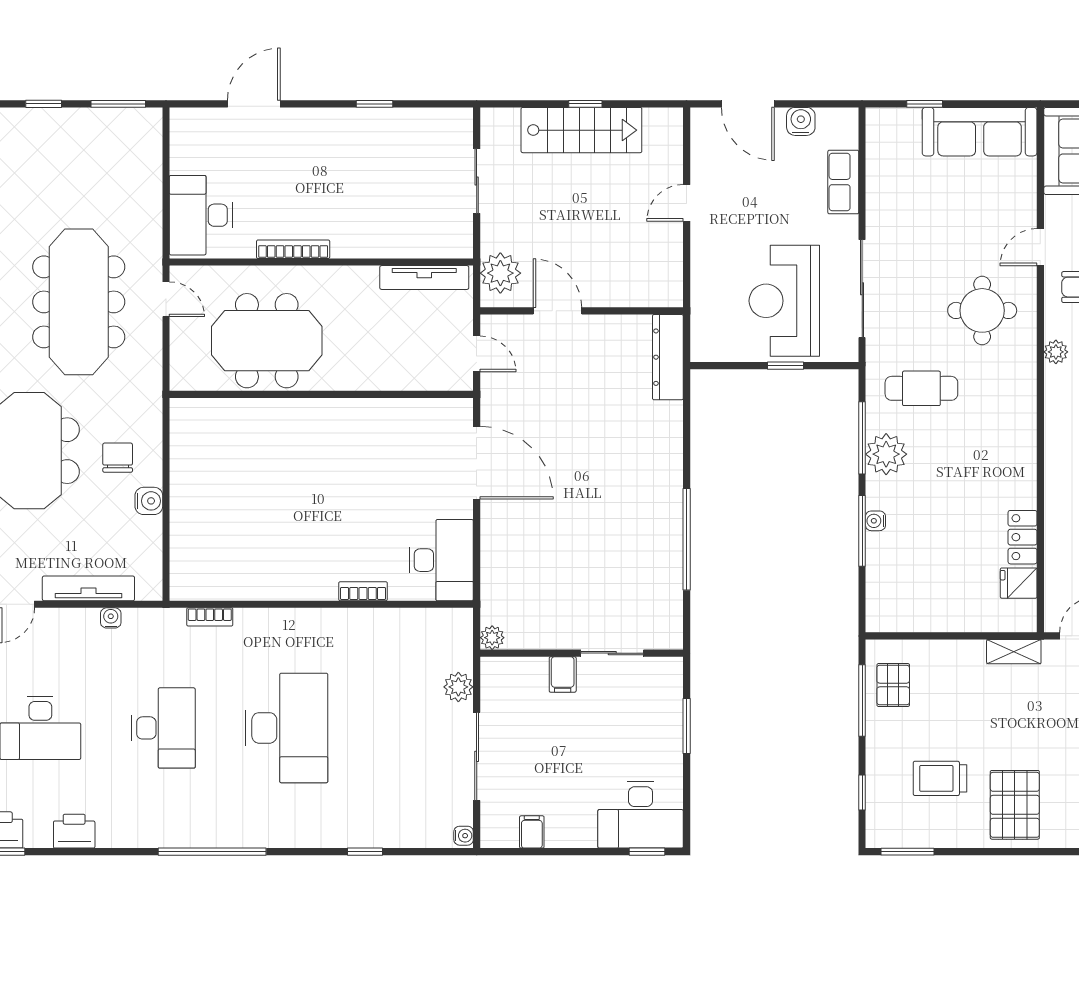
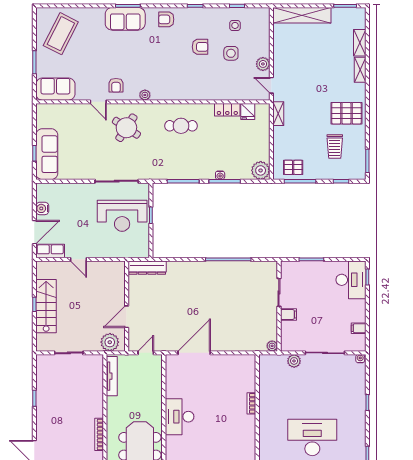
sofa: (980, 132) -> (47, 154), moved
row of seats: (843, 182) -> (50, 251), moved, turned 180
round table: (982, 310) -> (126, 128), turned 33
cafe table: (921, 388) -> (181, 126), moved, turned 90
plant: (886, 454) -> (261, 170), moved
desk: (441, 560) -> (180, 417), moved, turned -90

